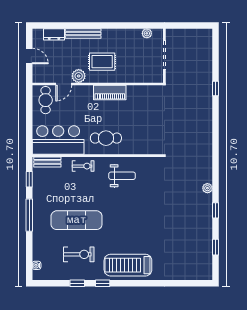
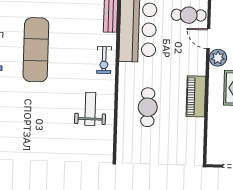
cafe table: (106, 138) -> (148, 107), moved
weight bench: (122, 176) -> (90, 109), turned 180

